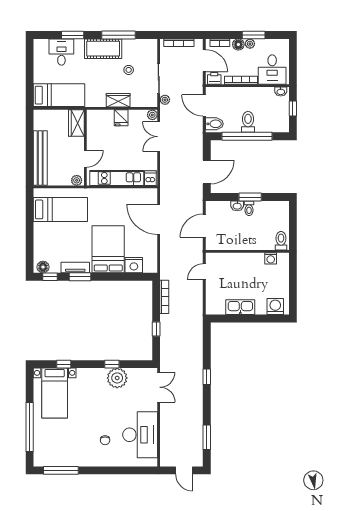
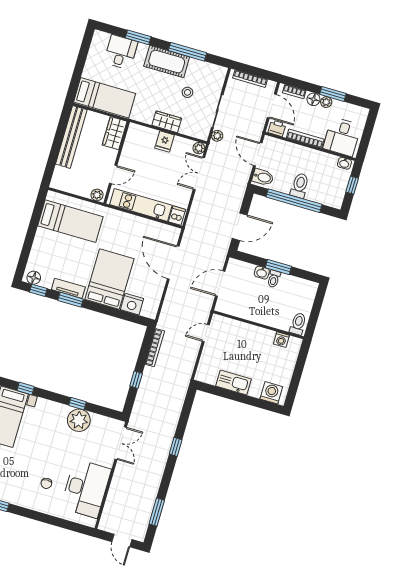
bench: (40, 158) -> (71, 137), moved

